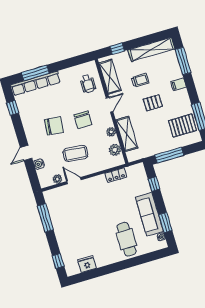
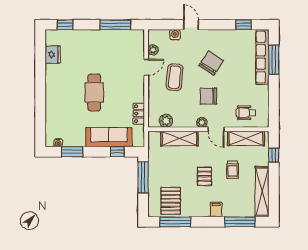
chair: (54, 126) -> (211, 63), turned -153
plant: (111, 132) -> (202, 122), moved
sofa: (149, 214) -> (109, 137), moved
cafe table: (127, 239) -> (94, 92), moved, turned 90

